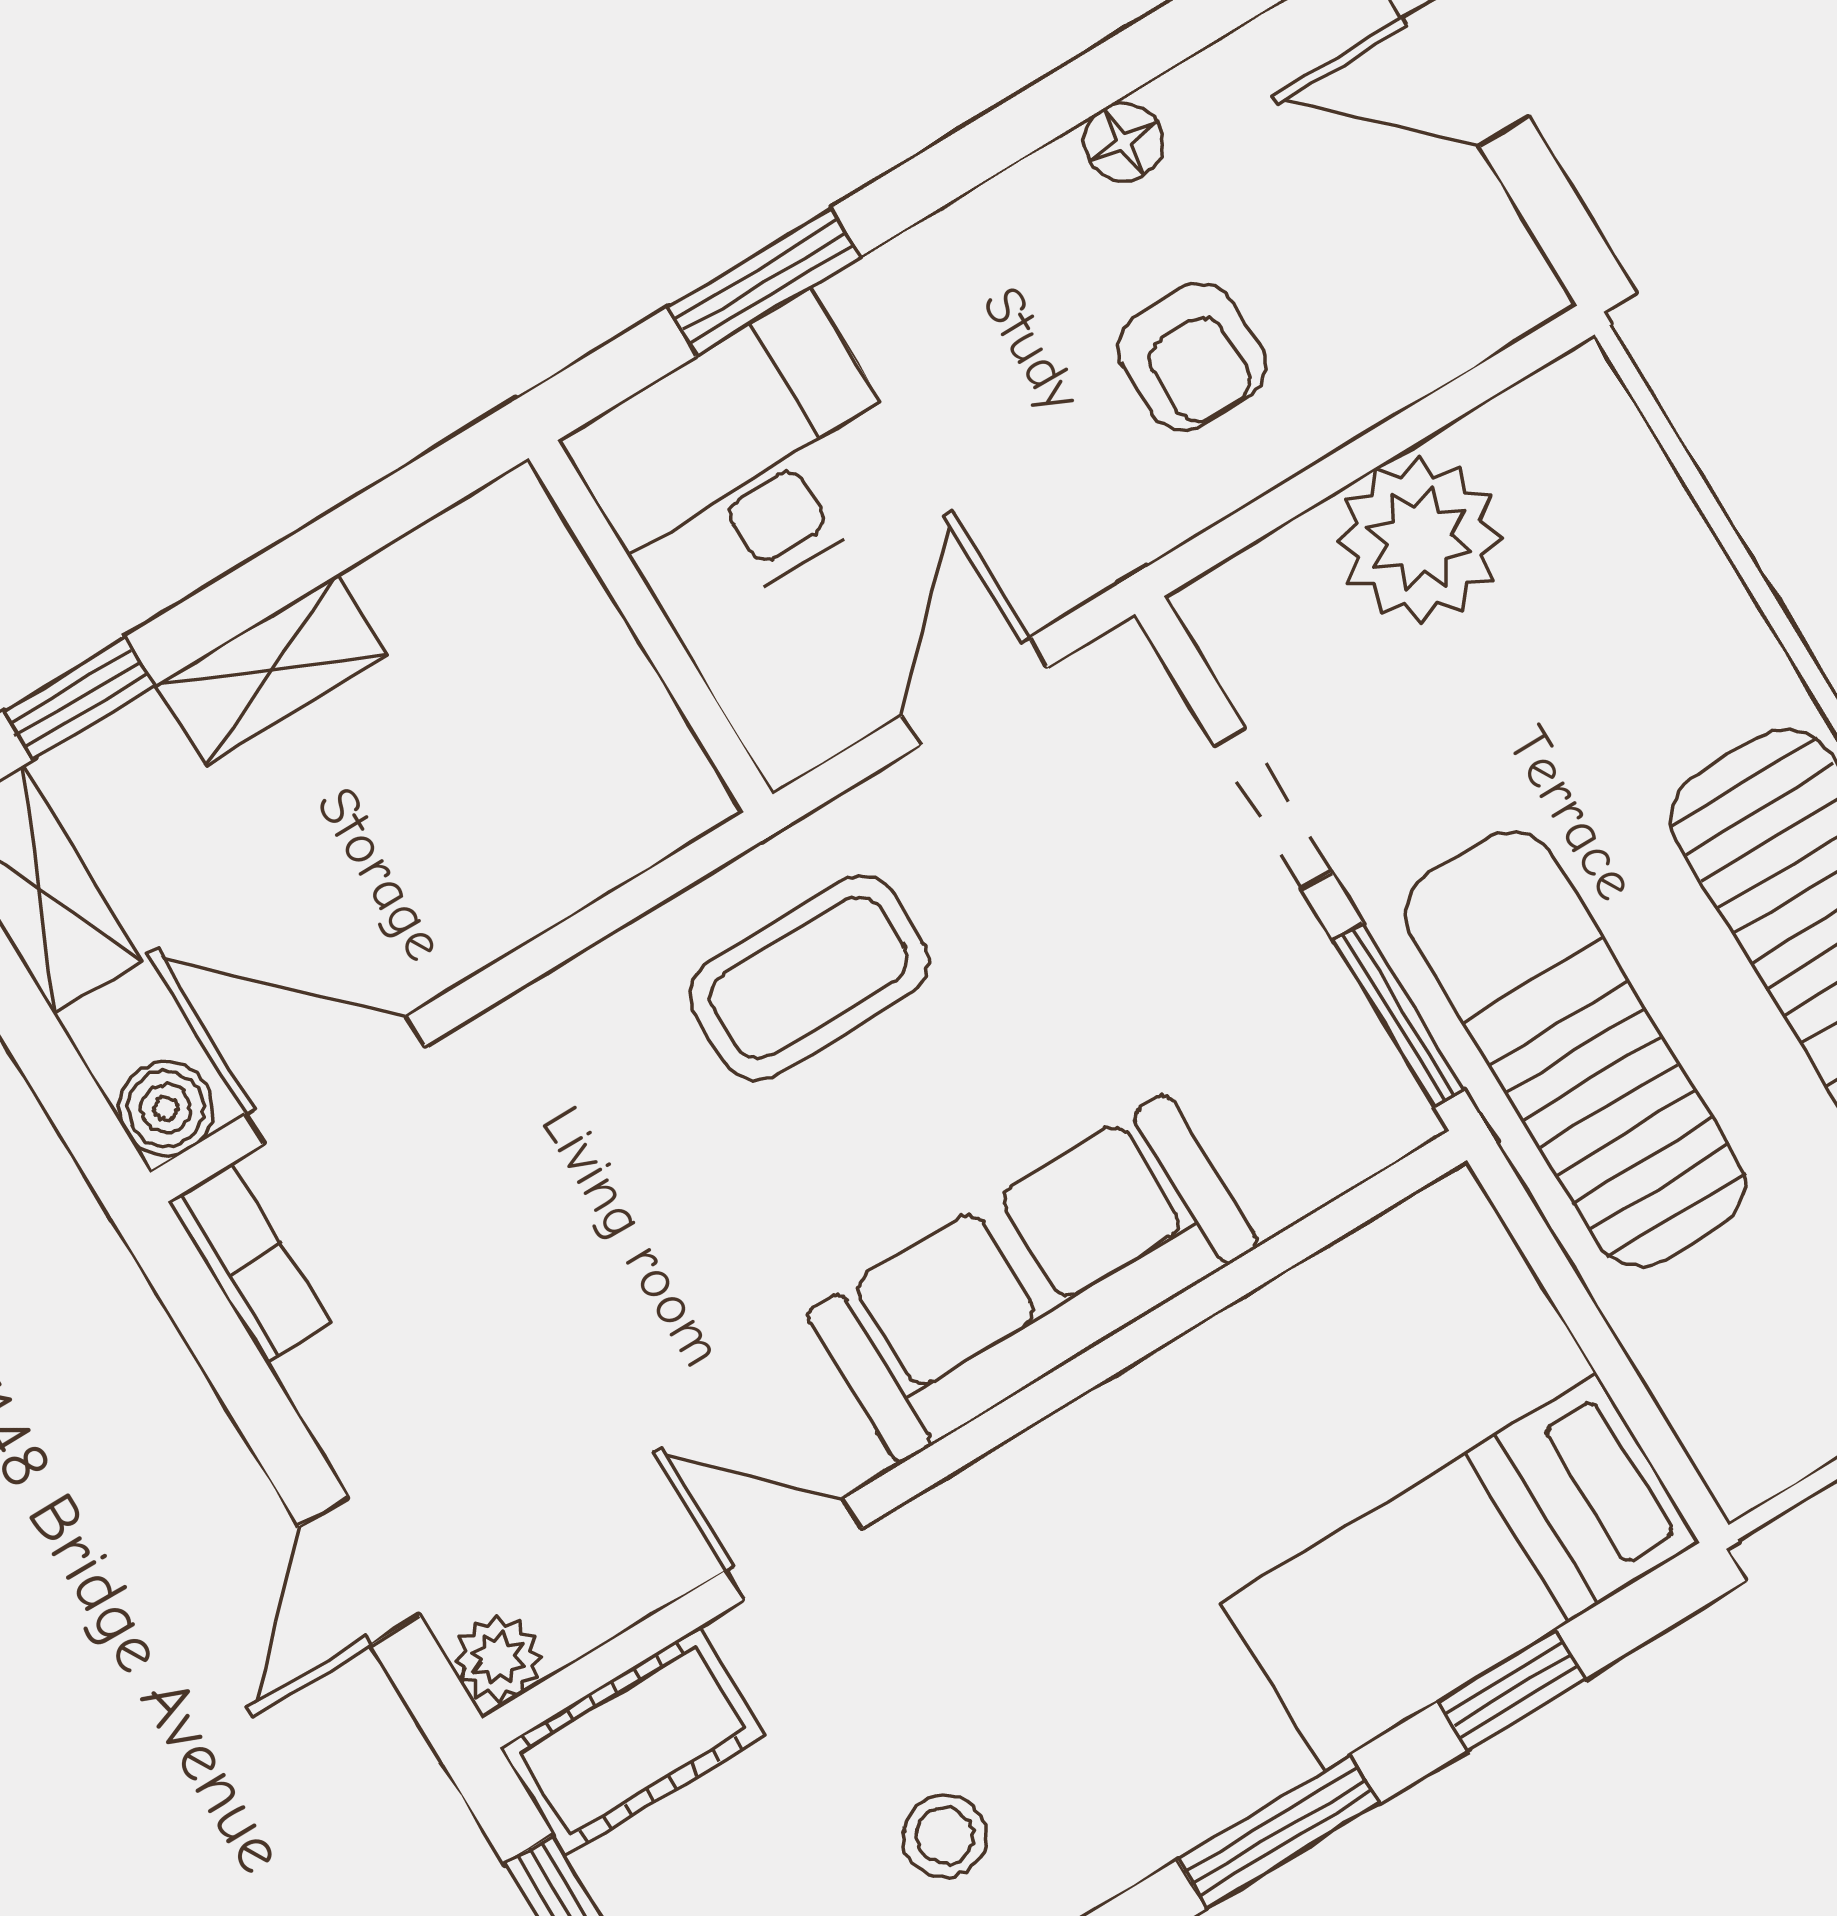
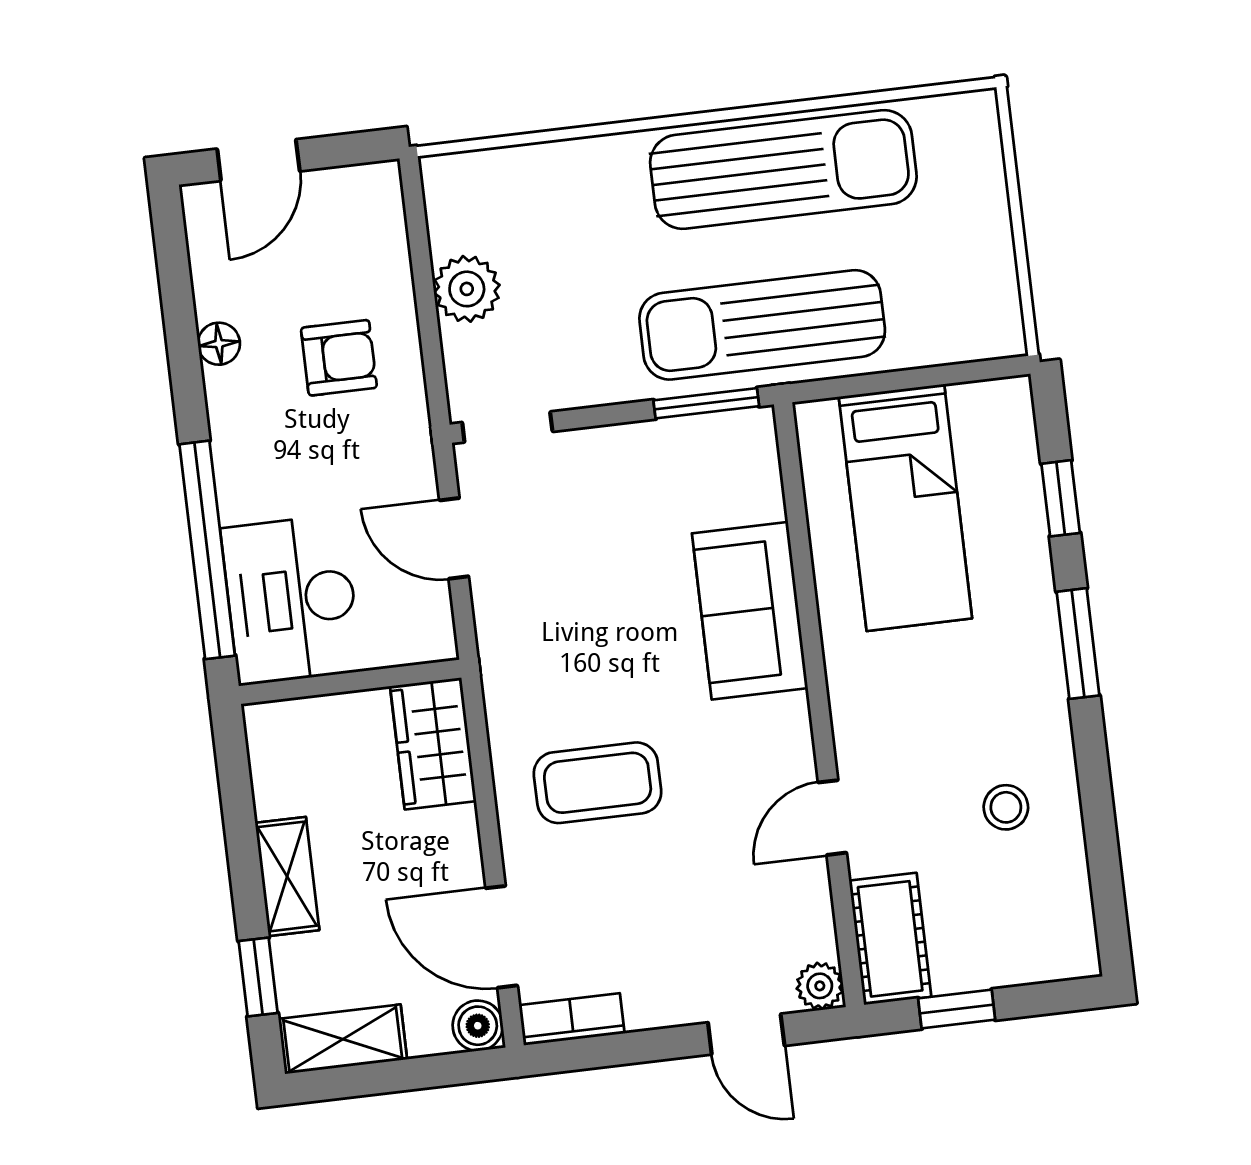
window: (764, 282) -> (207, 550), width x2.11
plant: (1419, 540) -> (467, 289), width x0.73, depth x0.73
doorway: (1273, 809) -> (507, 427), moved
wardrobe: (610, 815) -> (433, 744), added
coffee table: (809, 978) -> (598, 783), moved, turned 90
door: (335, 1080) -> (502, 937), hinge flipped
sofa: (1032, 1279) -> (750, 611), width x0.73
bed: (1460, 1572) -> (905, 508), moved

